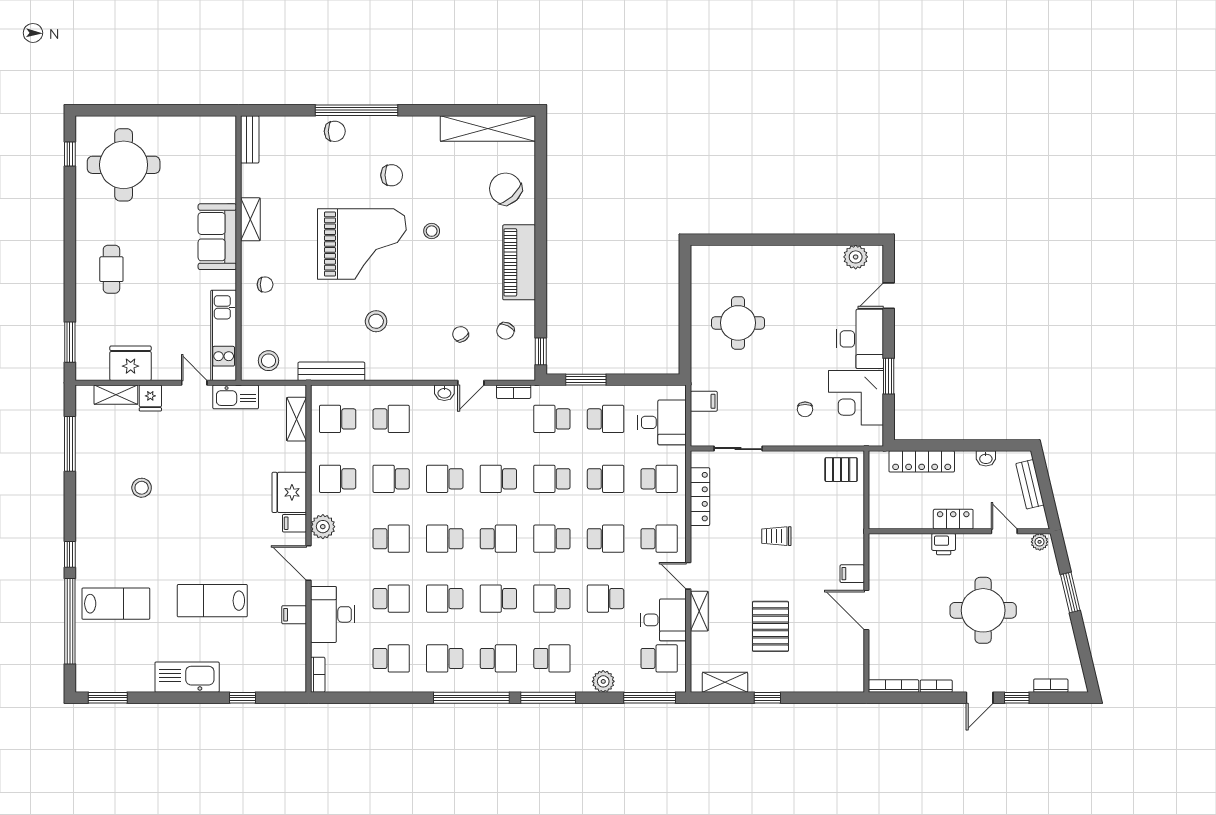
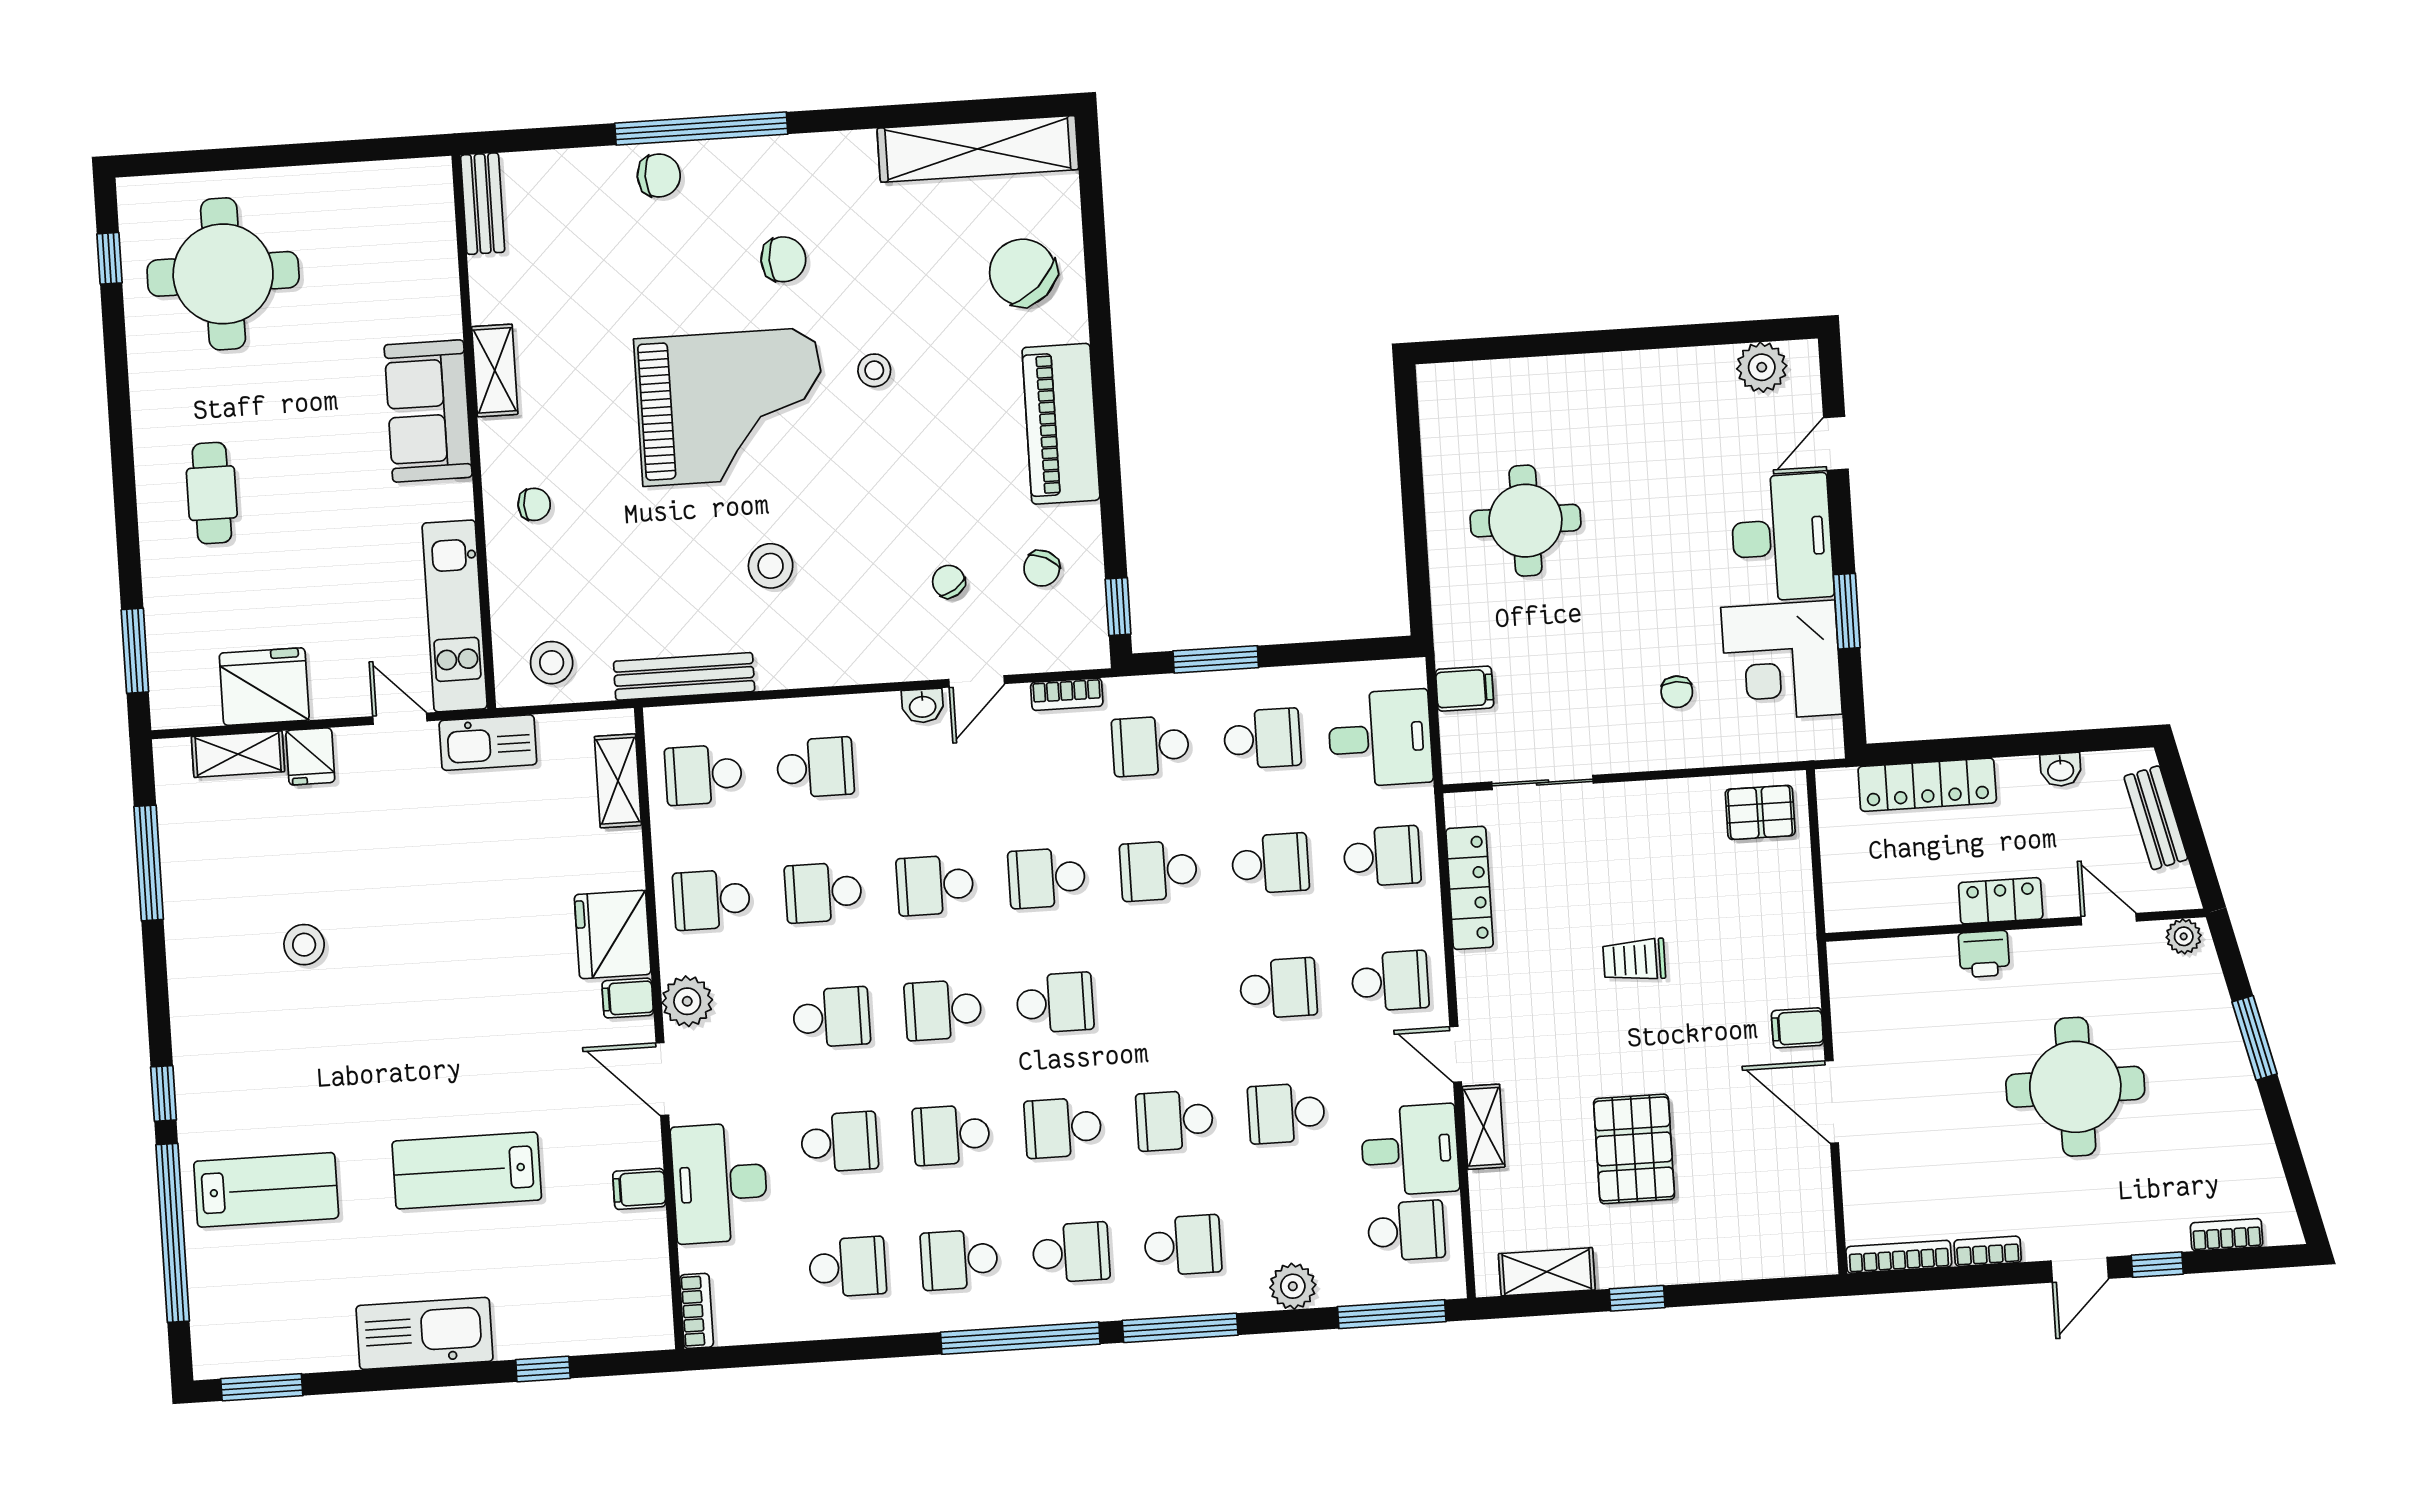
school desk: (552, 539) -> (1167, 996), removed

